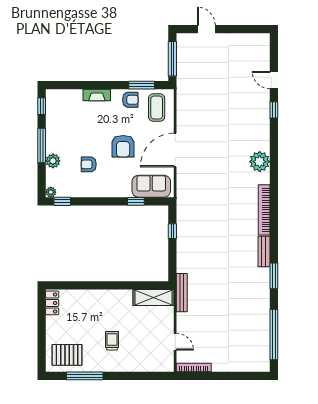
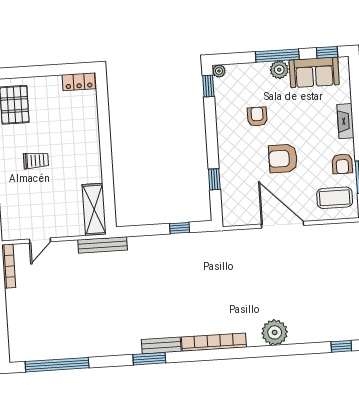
plant: (53, 161) -> (279, 70), moved
sofa: (151, 186) -> (314, 72), moved, turned 90
window: (274, 276) -> (149, 359), moved

